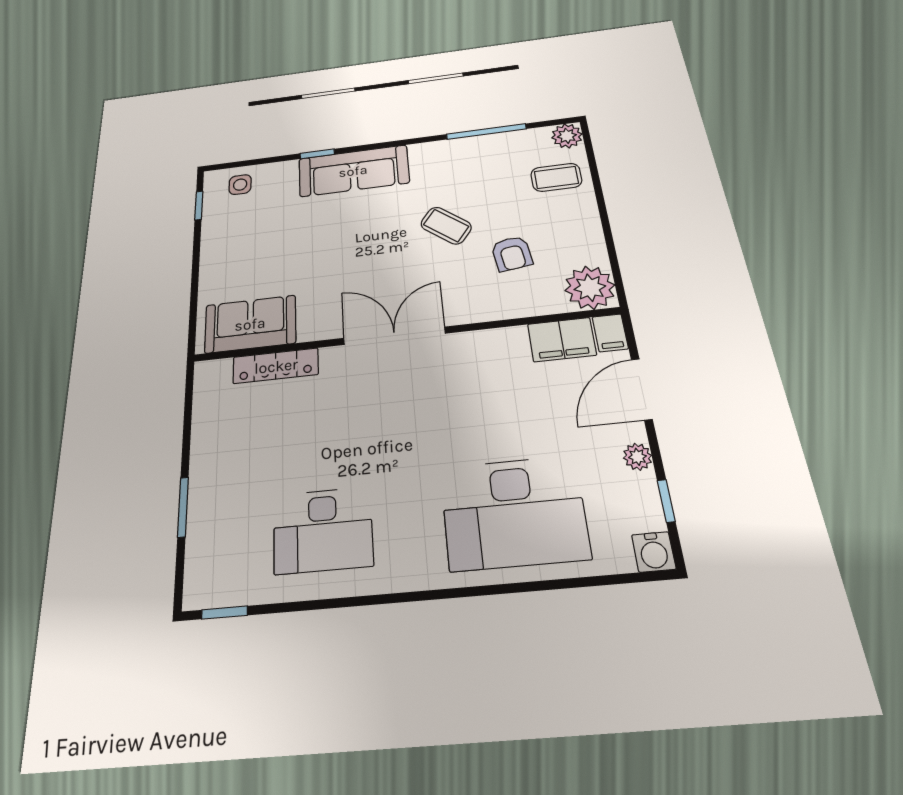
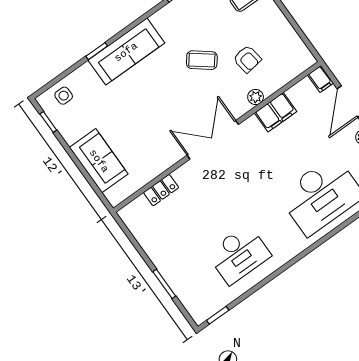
plant: (590, 288) -> (256, 97), moved, width x0.53, depth x0.53
sofa: (250, 324) -> (99, 161), moved, turned 90
filing cabinet: (562, 340) -> (276, 112), moved
locker: (276, 366) -> (161, 190), width x0.66

